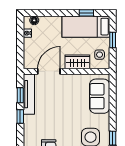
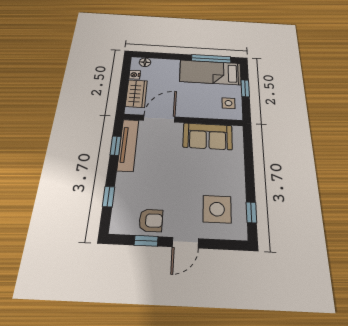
window: (86, 13) -> (211, 59), width x2.17
wardrobe: (77, 62) -> (136, 94), moved, turned 90
sofa: (100, 96) -> (208, 136), moved, turned -90
window: (20, 116) -> (109, 197), moved

